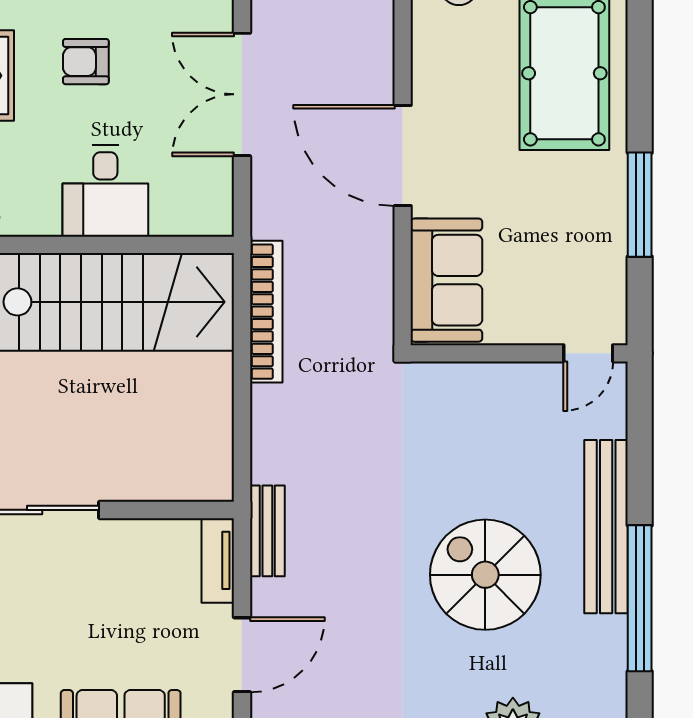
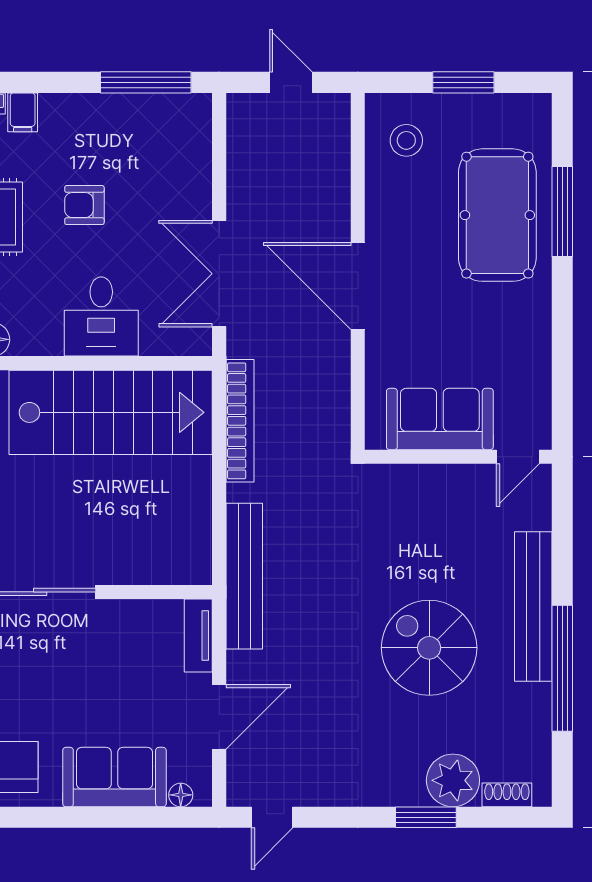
double door: (242, 94) -> (219, 274), moved
window: (640, 205) -> (562, 211), moved
sofa: (446, 280) -> (440, 419), moved, turned -90
bench: (267, 531) -> (244, 576), width x1.86, depth x1.21

